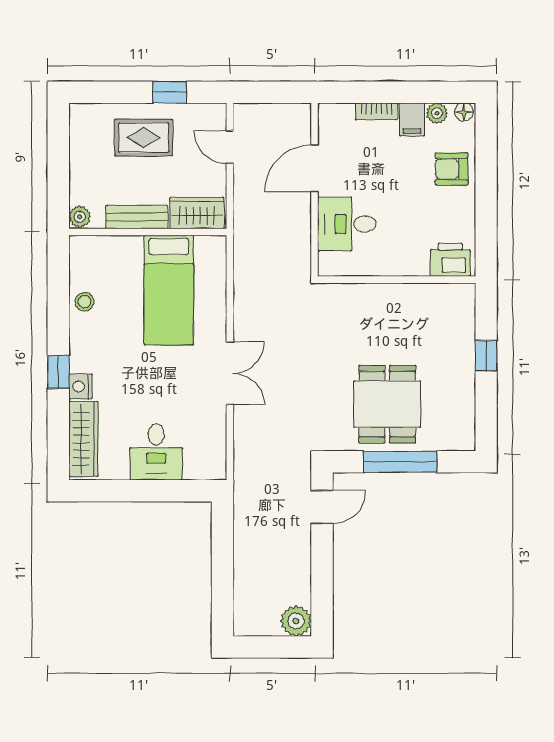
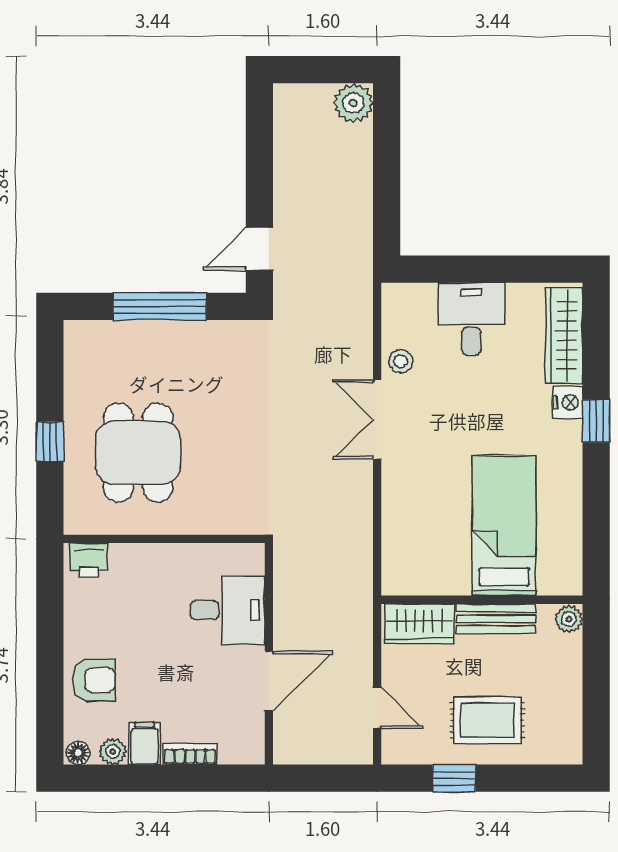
printer: (450, 260) -> (89, 560), width x0.73, depth x0.81
bed: (169, 290) -> (504, 526), moved
stool: (85, 302) -> (401, 361), moved
dining table: (387, 404) -> (138, 453), moved
plant: (296, 621) -> (353, 103), moved

